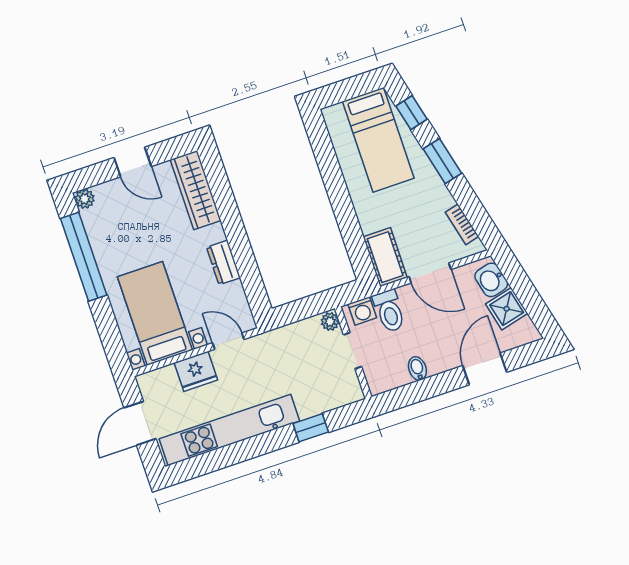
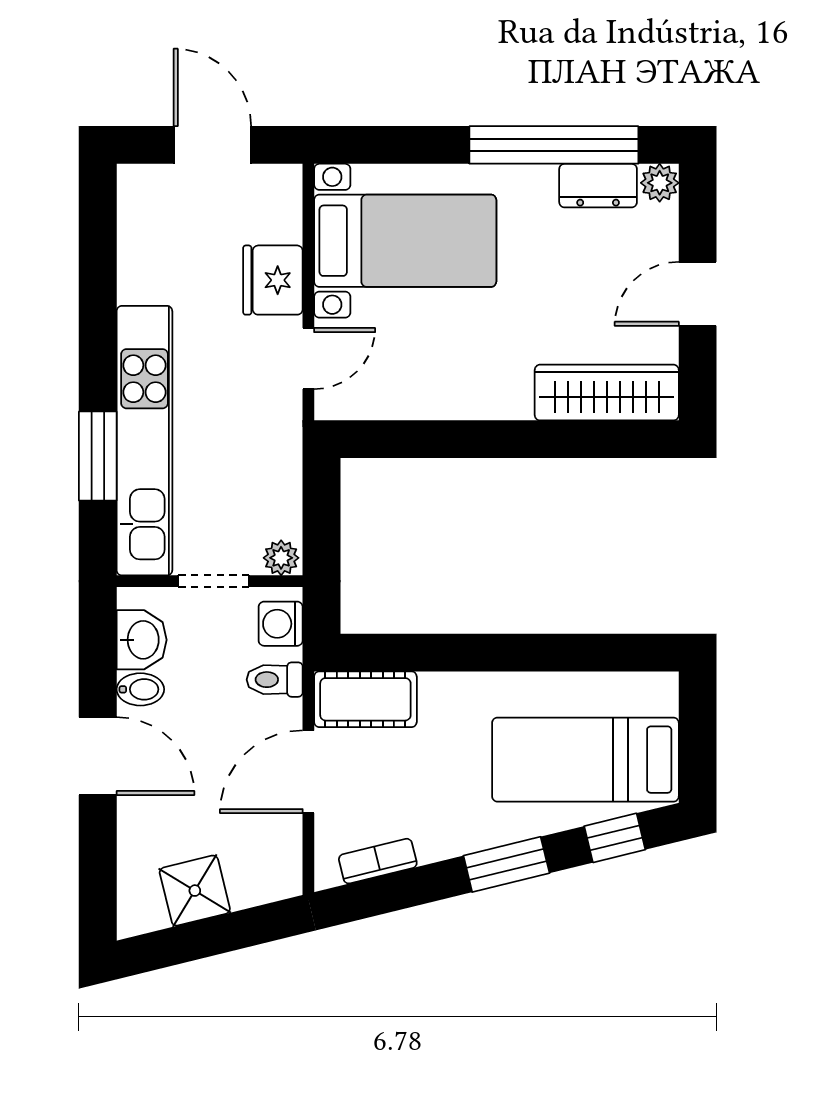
dresser: (223, 262) -> (598, 186), moved, turned 180
washbasin: (491, 280) -> (142, 640), moved, turned 104
toilet: (389, 311) -> (275, 680), width x0.73, depth x0.72
door: (485, 369) -> (98, 756), moved
window: (311, 428) -> (98, 456), width x1.50
kitchen unit: (229, 430) -> (144, 441), moved

